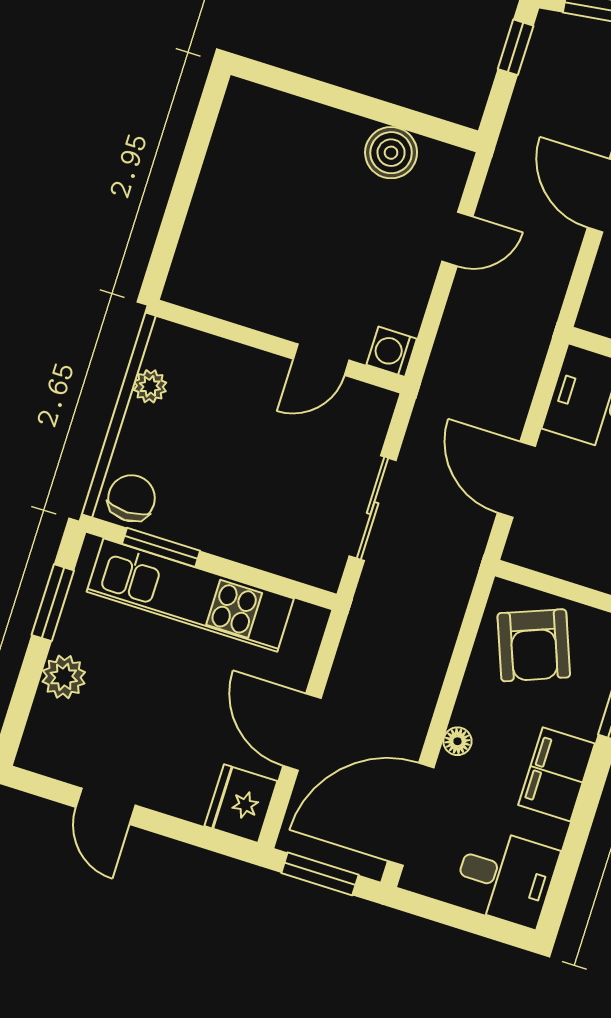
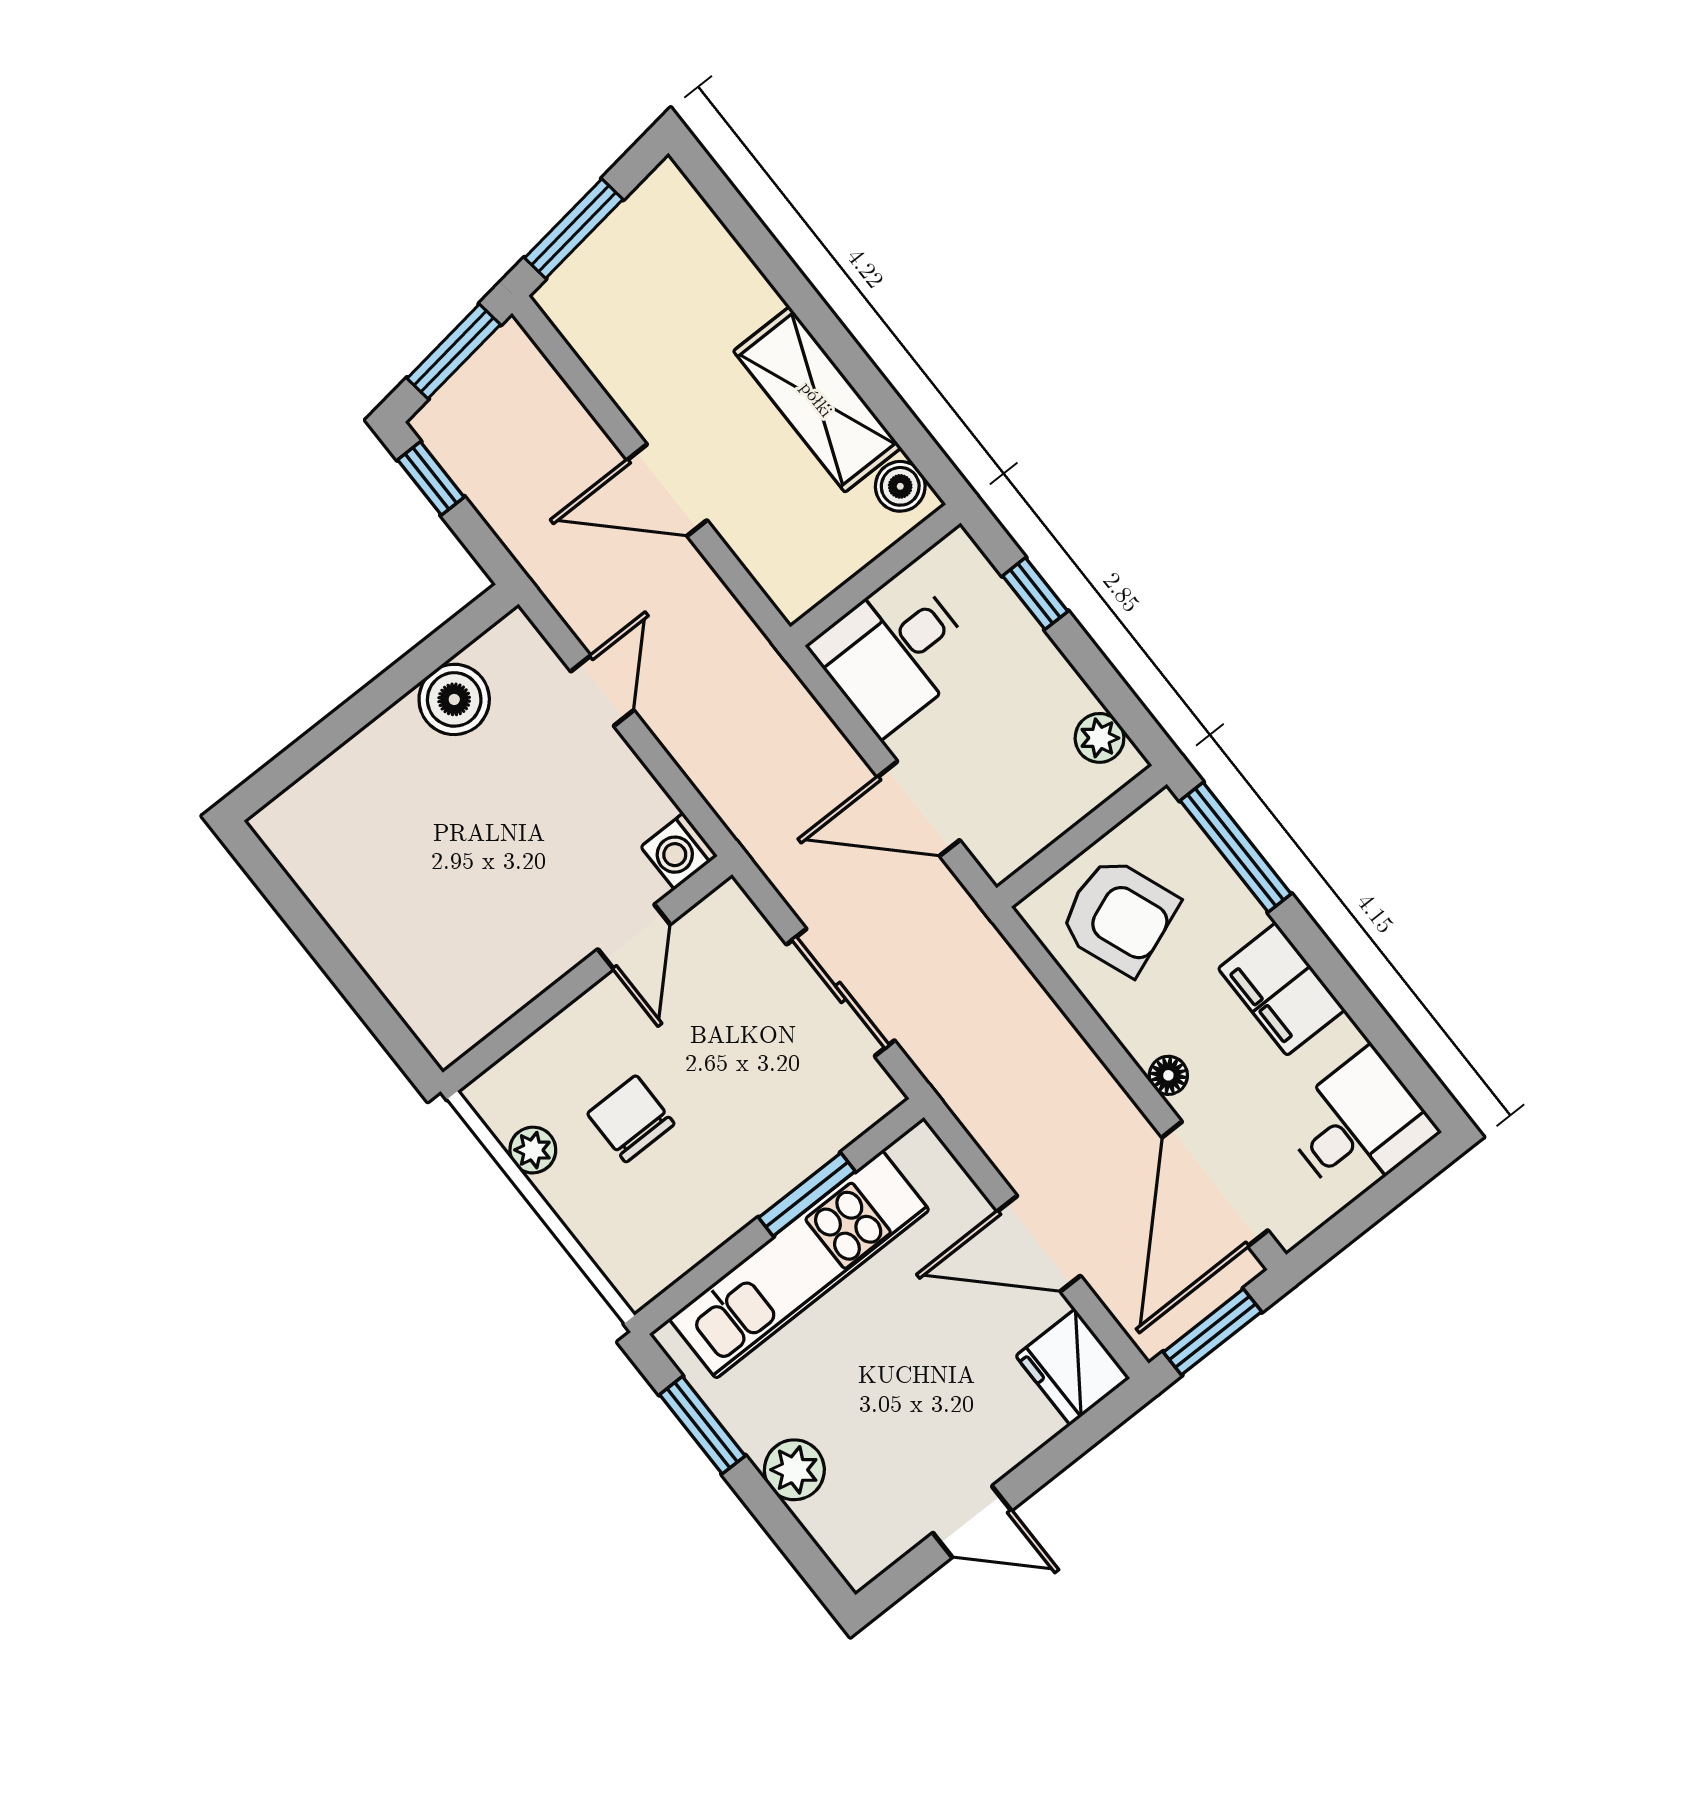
chair: (132, 498) -> (631, 1119), moved
window: (161, 547) -> (807, 1194), moved

